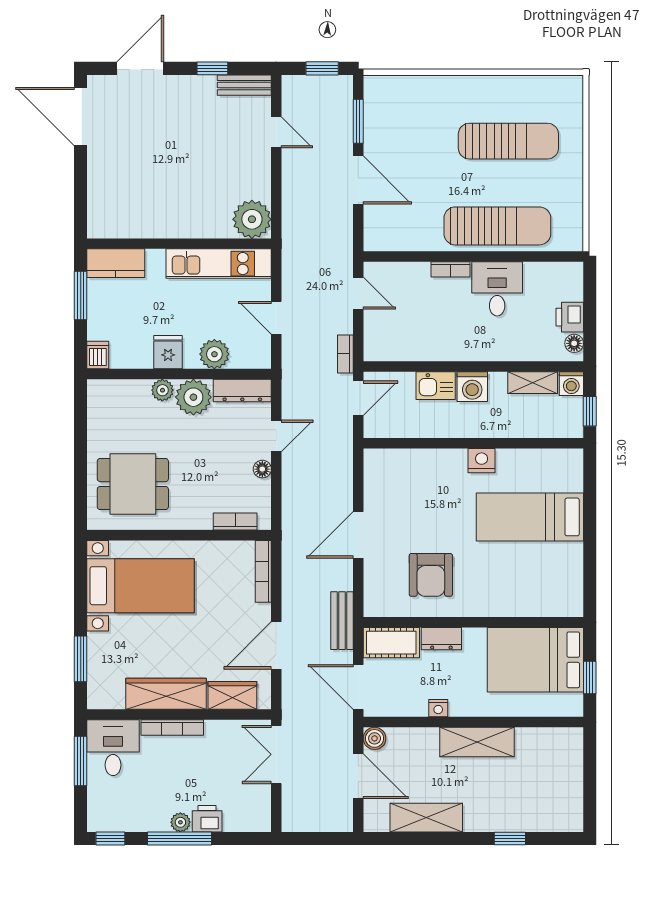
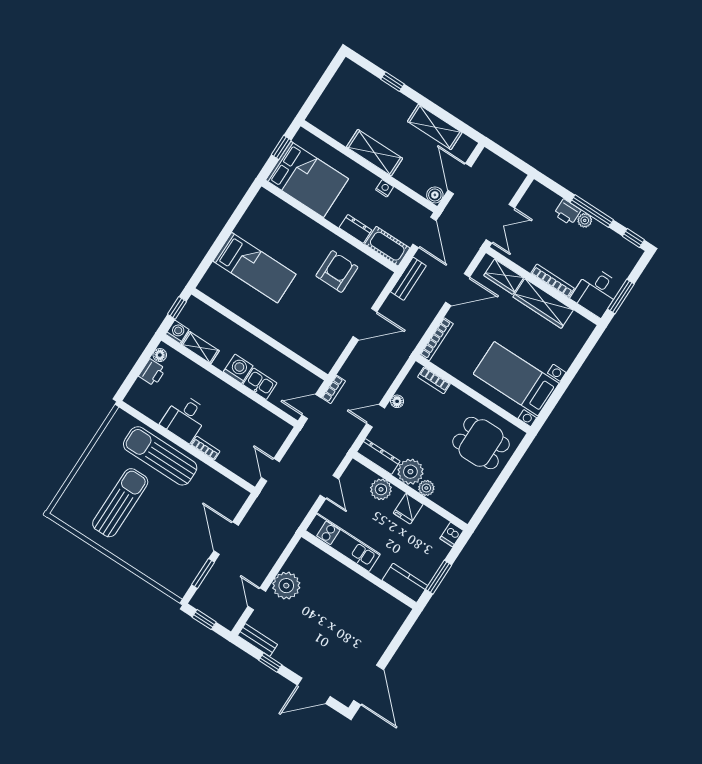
sun lounger: (508, 141) -> (120, 503), turned 90
plant: (252, 219) -> (286, 586), moved
bookcase: (345, 354) -> (334, 389), moved
nightstand: (482, 461) -> (262, 321), removed
window: (81, 659) -> (581, 358), removed

